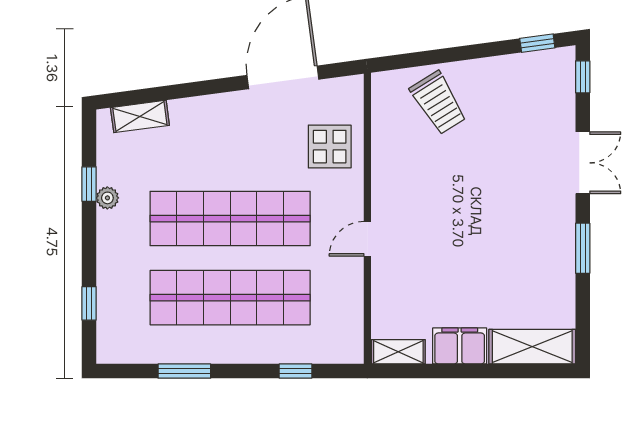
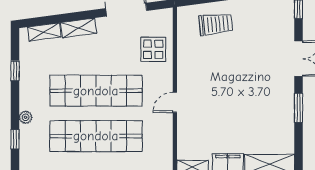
trolley: (438, 103) -> (216, 24), turned -64
shelving: (200, 109) -> (79, 28), added
plant: (107, 198) -> (26, 117), moved

